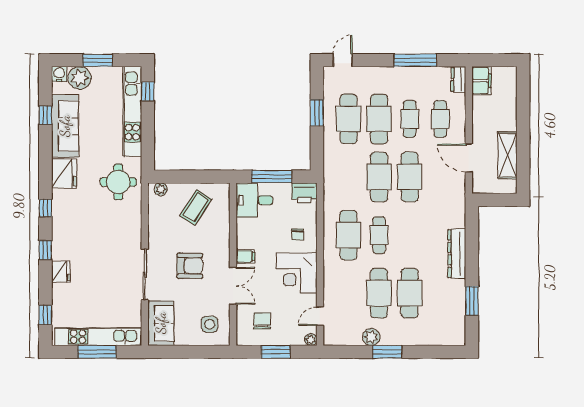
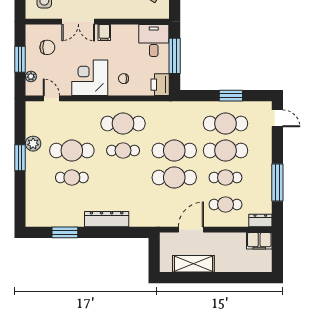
cafe table: (410, 293) -> (72, 177), width x0.73, depth x0.74
plant: (311, 339) -> (31, 76), moved

